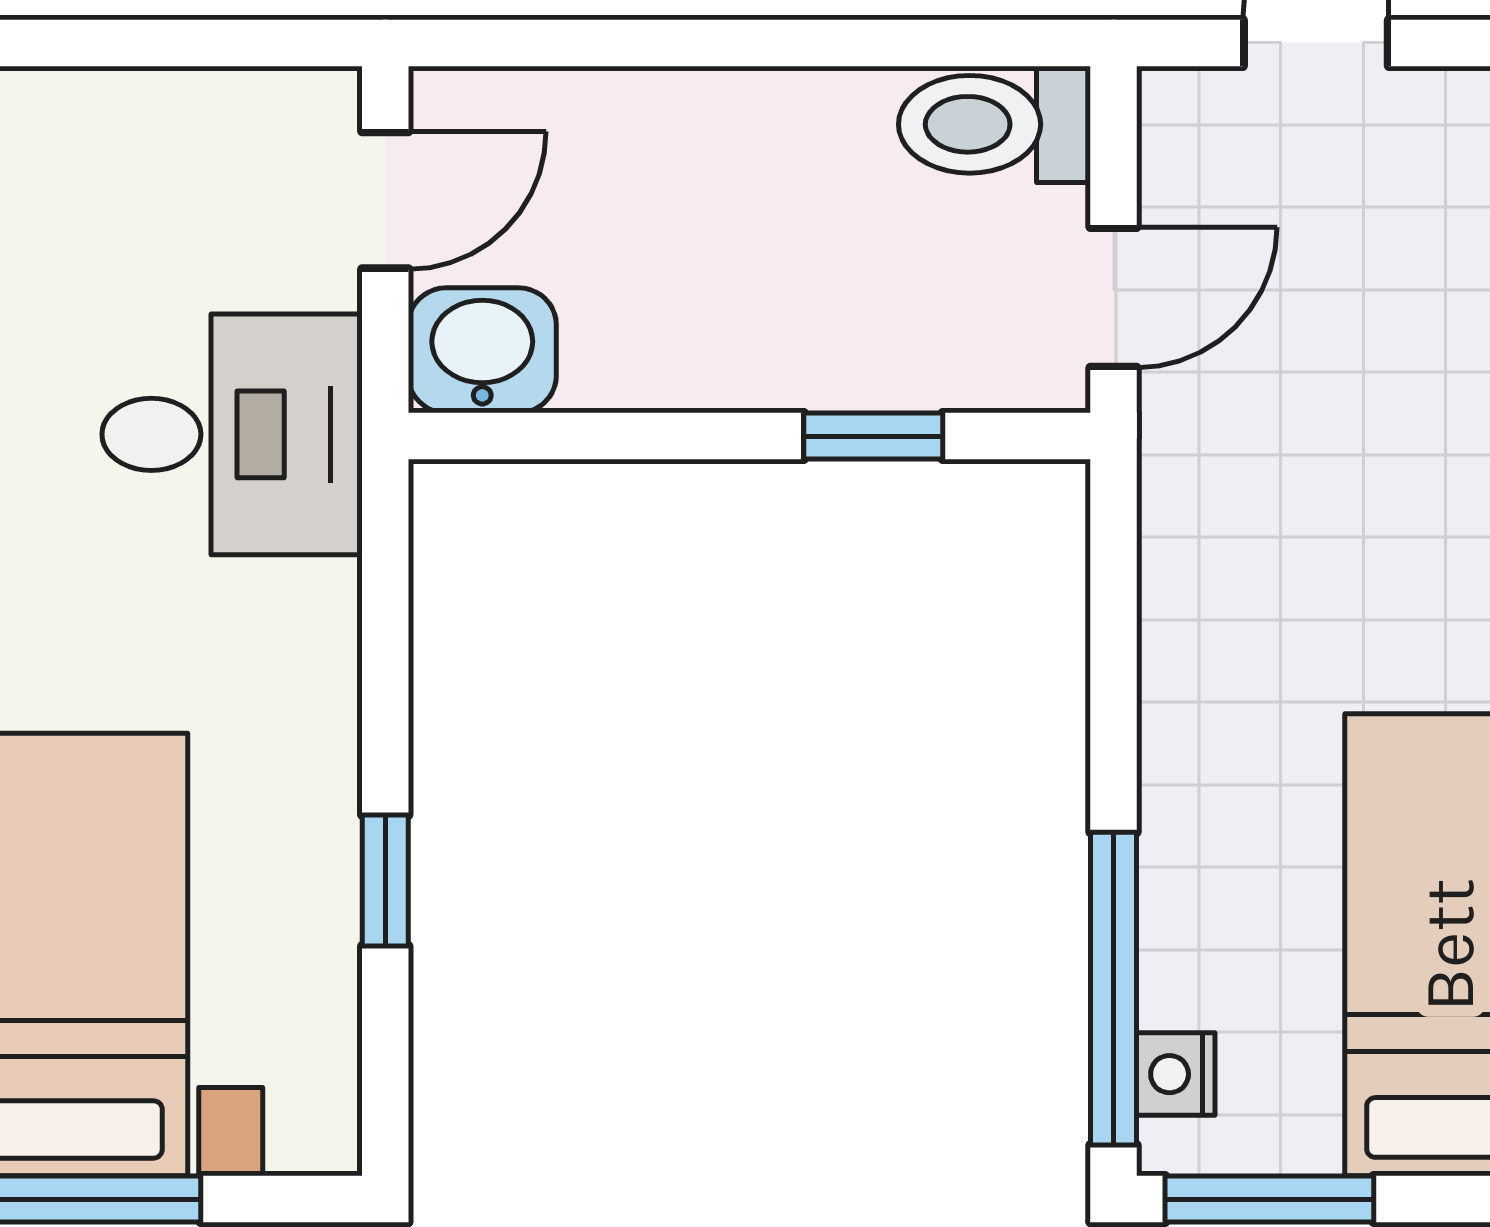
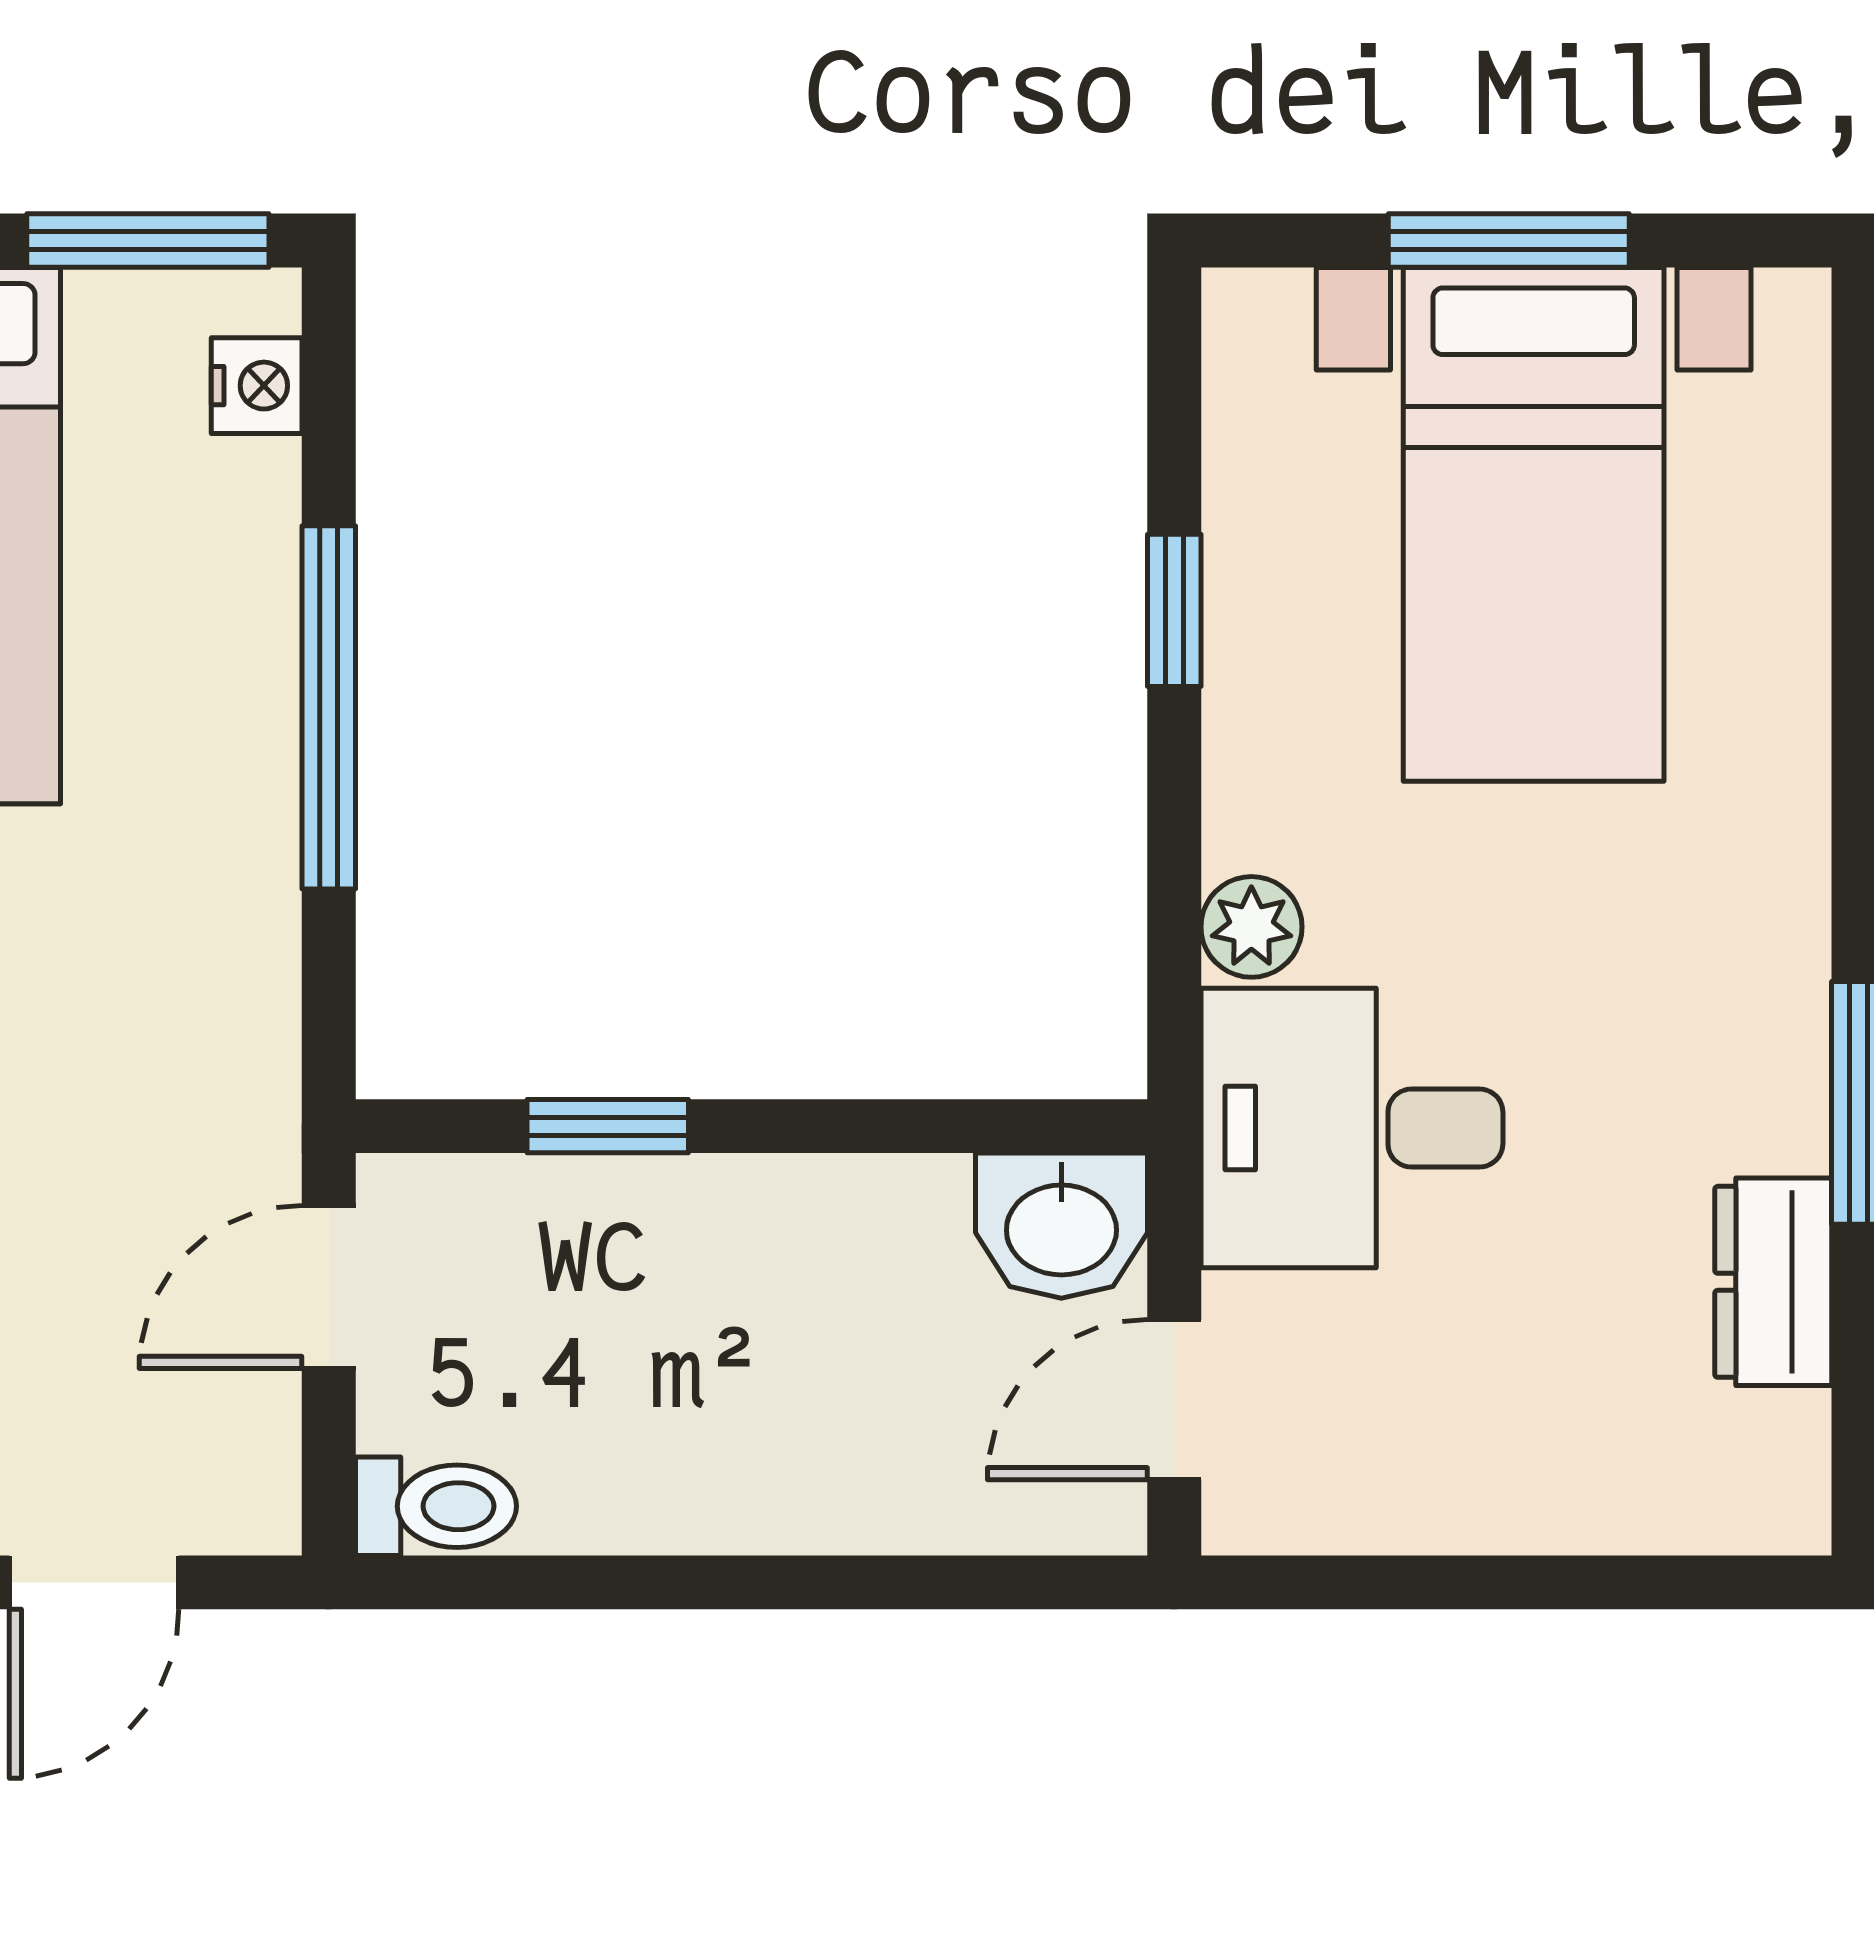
toilet: (995, 124) -> (436, 1506), width x0.73, depth x0.72
plant: (319, 608) -> (1251, 927), added
window: (1114, 989) -> (329, 707), moved

